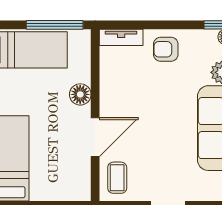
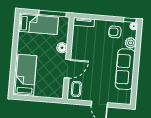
armchair: (166, 49) -> (115, 32), moved

